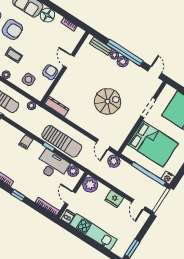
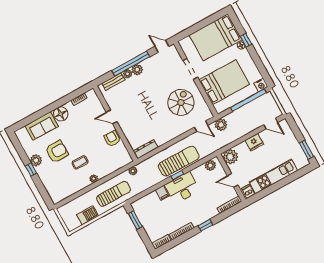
side table: (29, 79) -> (108, 161), removed
spiral stairs: (107, 101) -> (181, 102), moved
desk: (52, 165) -> (182, 188), moved

